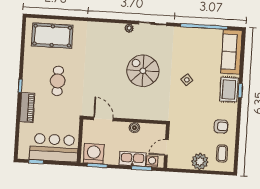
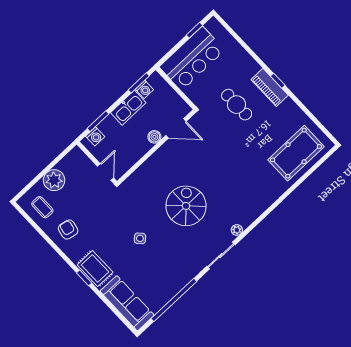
spiral stairs: (143, 71) -> (186, 206), turned -90
cafe table: (58, 81) -> (237, 105), moved
piano: (27, 108) -> (270, 87), moved
armchair: (221, 126) -> (68, 230), turned 101
boiler: (134, 128) -> (154, 137), moved
door: (166, 147) -> (106, 172), moved
washing machine: (94, 154) -> (144, 89), width x0.53, depth x0.53
kitchen sink: (133, 159) -> (128, 108), moved

